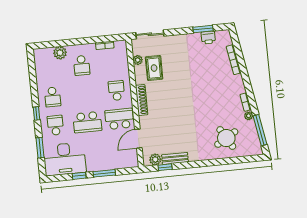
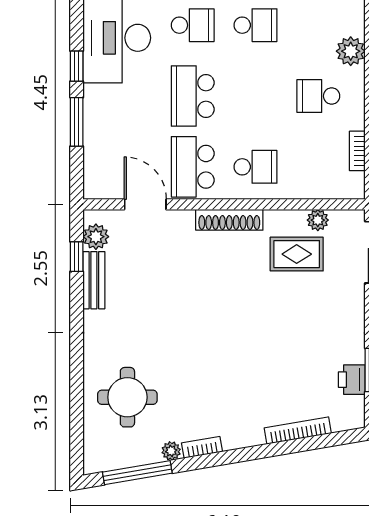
school desk: (53, 97) -> (256, 25), turned 180
school desk: (119, 119) -> (193, 167), turned 180
round table: (226, 138) -> (127, 397), turned 31

